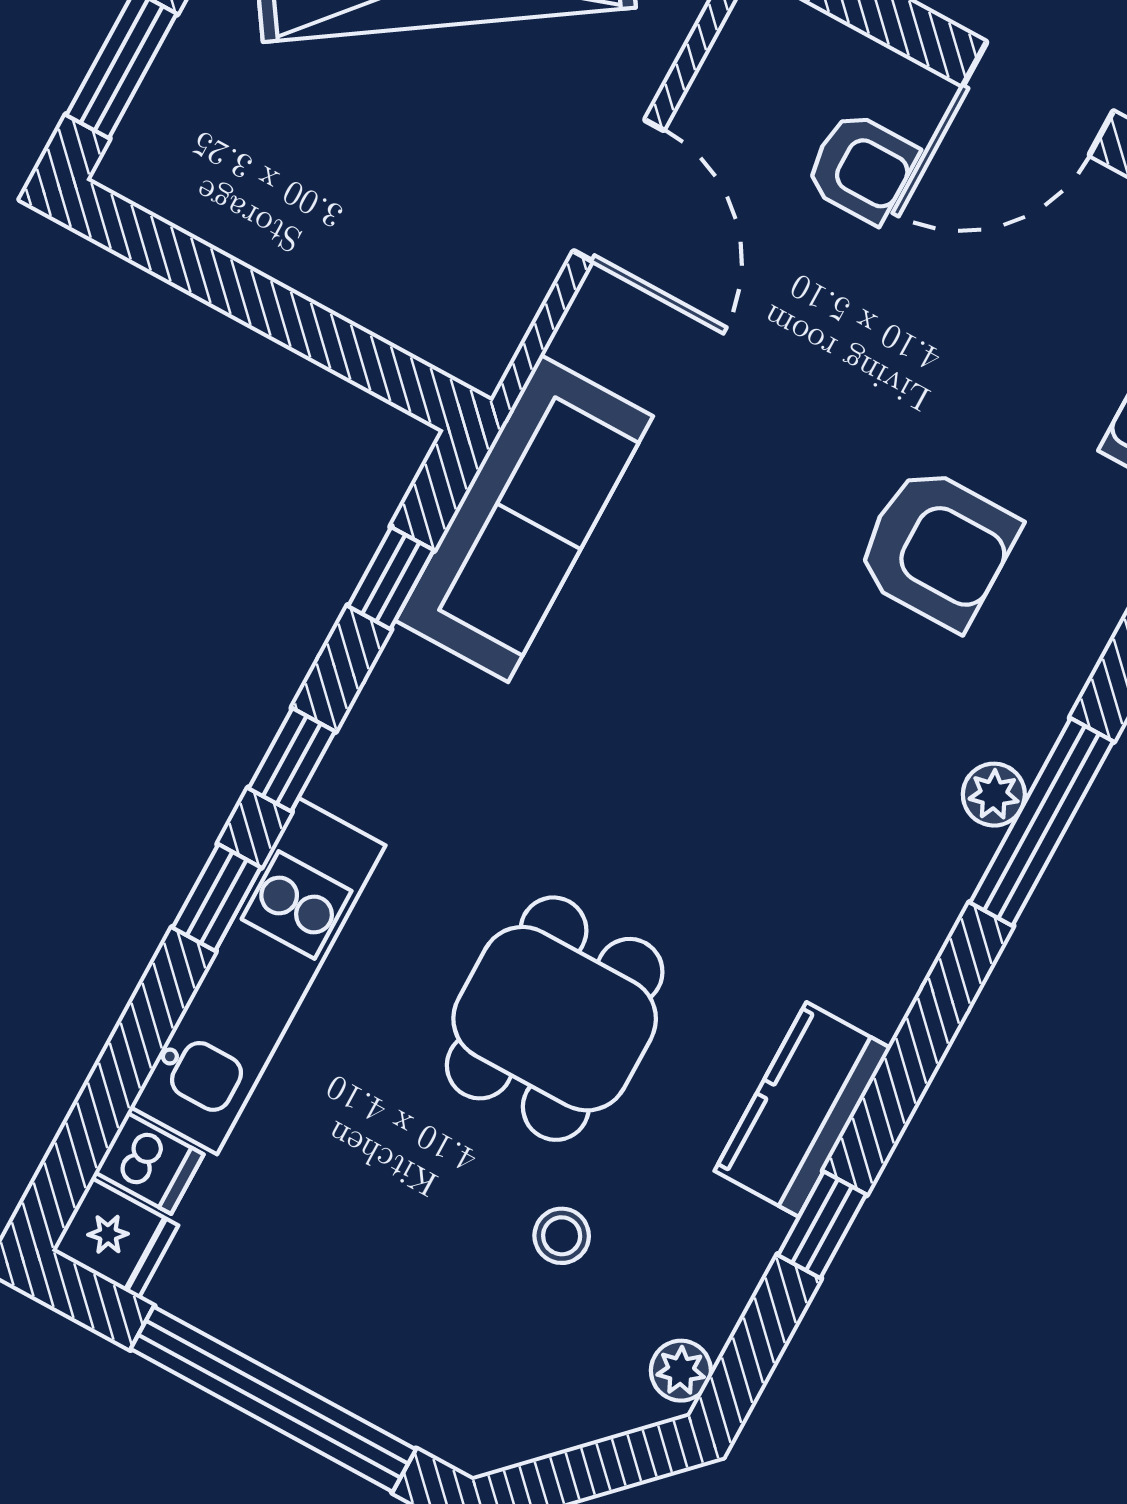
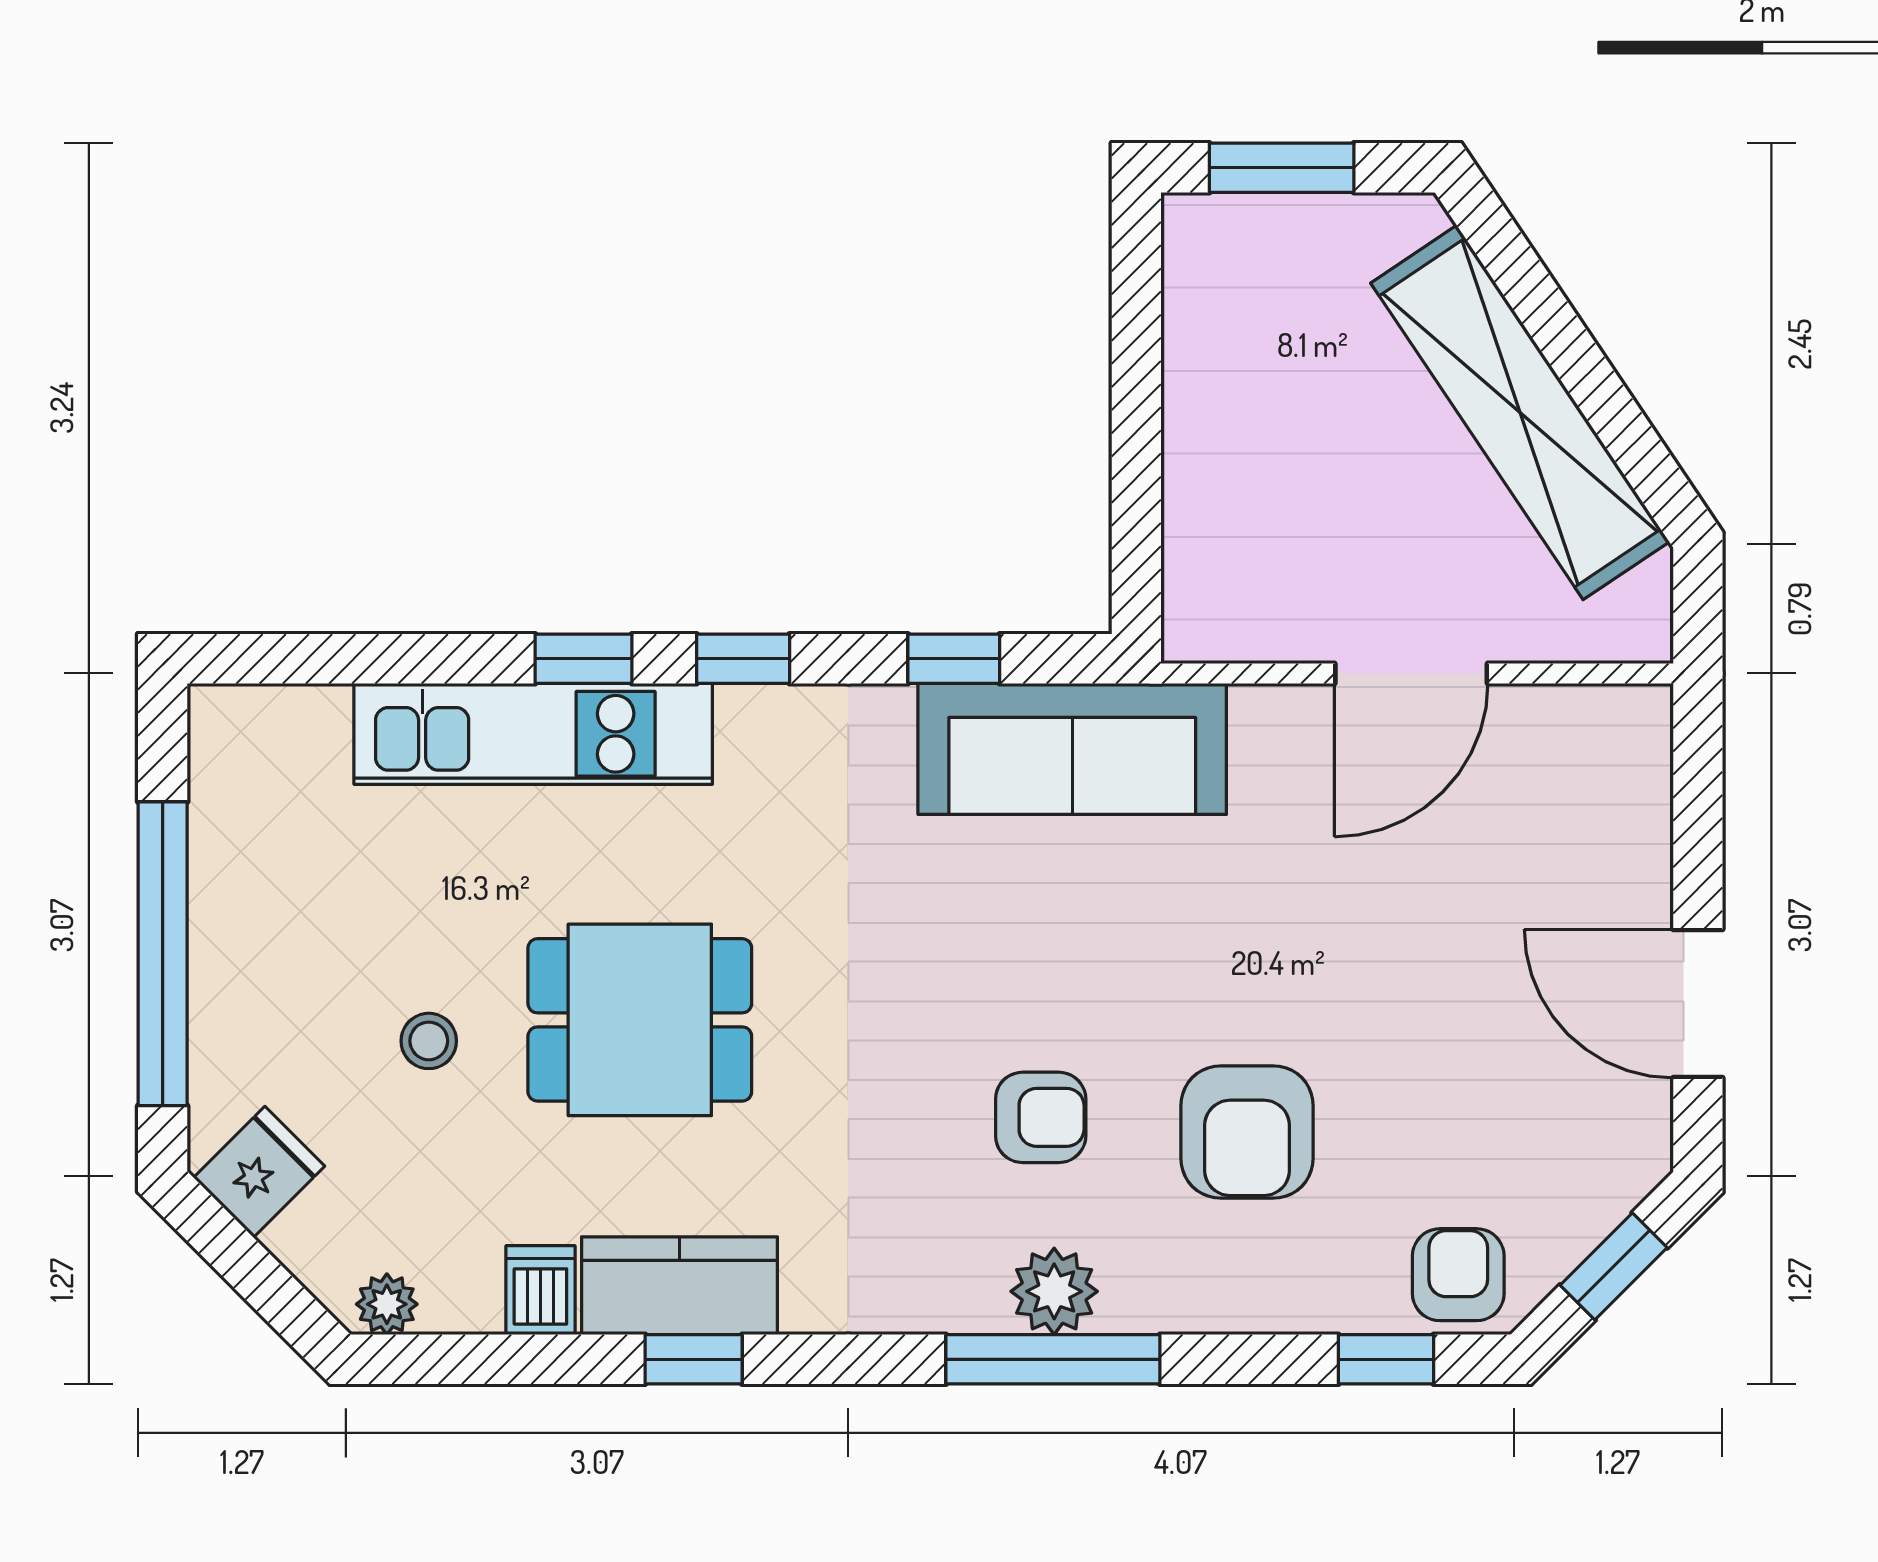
armchair: (861, 167) -> (1041, 1117), moved, turned -90
plant: (994, 795) -> (1054, 1291), width x1.38, depth x1.38
dishwasher: (149, 1163) -> (540, 1290), moved, turned 180
window: (822, 1225) -> (694, 1359), moved
stool: (562, 1236) -> (429, 1041), moved
fridge: (115, 1238) -> (259, 1172), moved, turned -135

